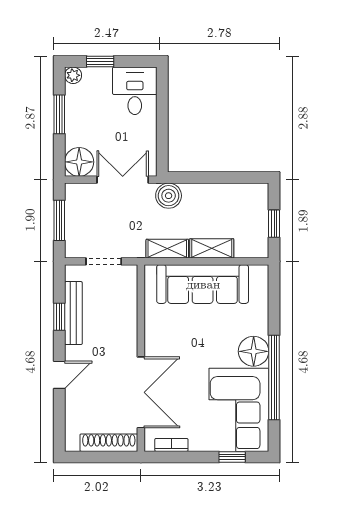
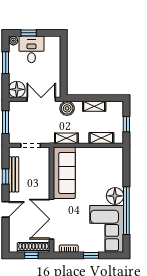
desk: (135, 91) -> (32, 49), moved
shelving: (217, 192) -> (94, 106), added
shelving: (212, 248) -> (101, 138), moved
sofa: (203, 284) -> (64, 173), moved, turned -90
double door: (141, 392) -> (51, 219), swing flipped
window: (105, 457) -> (31, 255), added
window: (232, 457) -> (91, 255), moved

